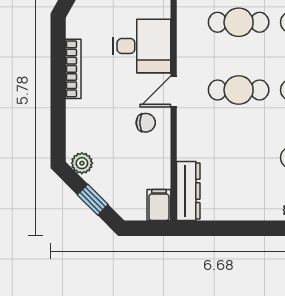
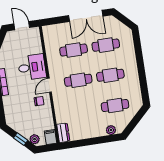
plant: (82, 163) -> (35, 139), moved
dresser: (188, 191) -> (63, 133), width x0.70

